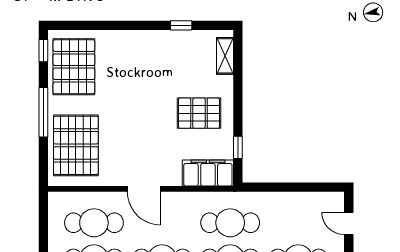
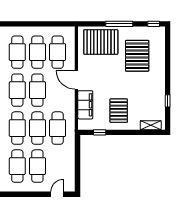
pallet: (74, 67) -> (137, 56), moved, turned 90
filing cabinet: (208, 173) -> (85, 105), moved
door: (144, 189) -> (76, 80), hinge flipped

